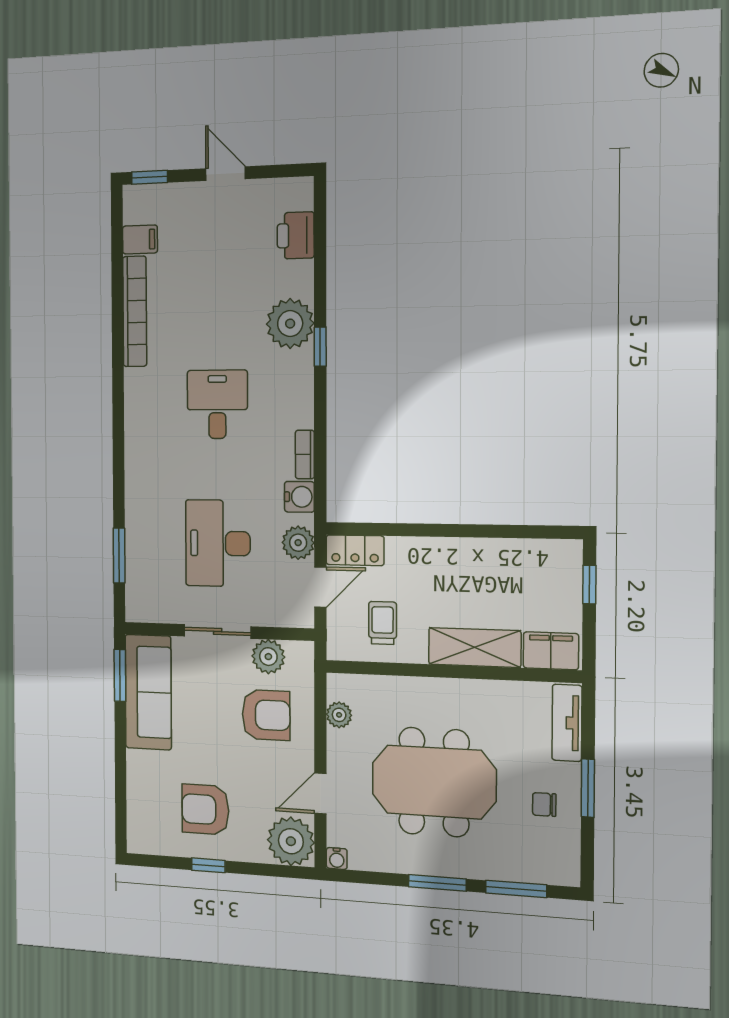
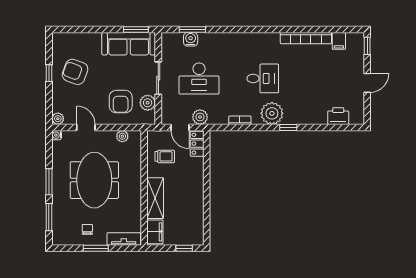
plant: (290, 324) -> (272, 113), moved
water cooler: (299, 497) -> (191, 39), moved, turned 180
desk: (218, 543) -> (199, 78), turned 180
armchair: (205, 809) -> (75, 72), turned -70
plant: (291, 841) -> (58, 119), width x0.53, depth x0.53

